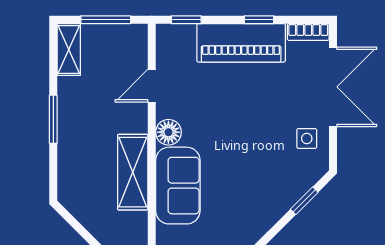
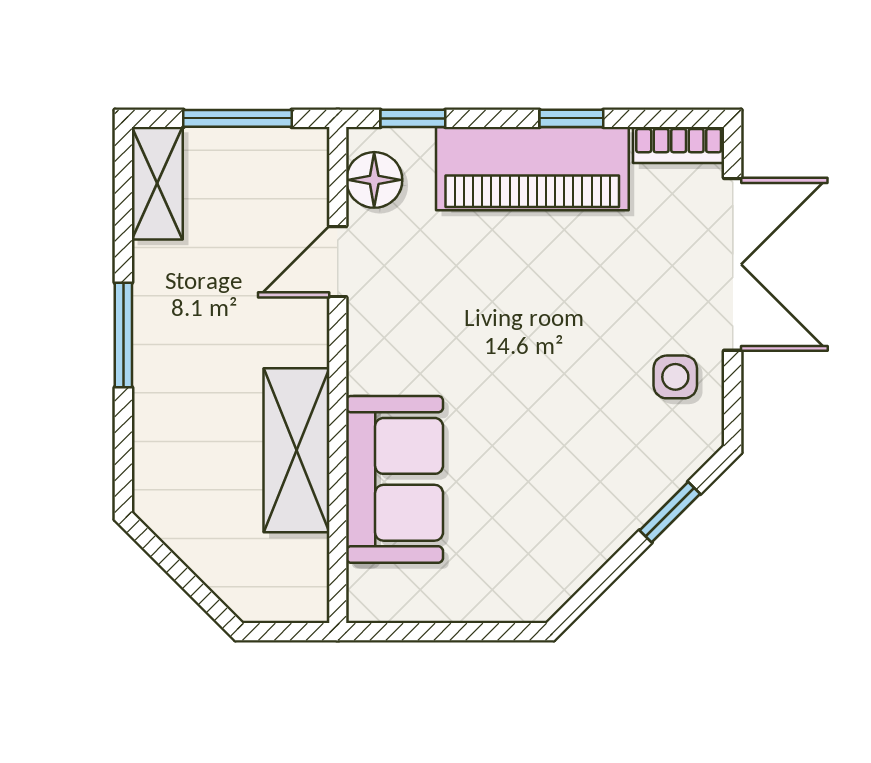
floor lamp: (168, 132) -> (374, 180), moved

